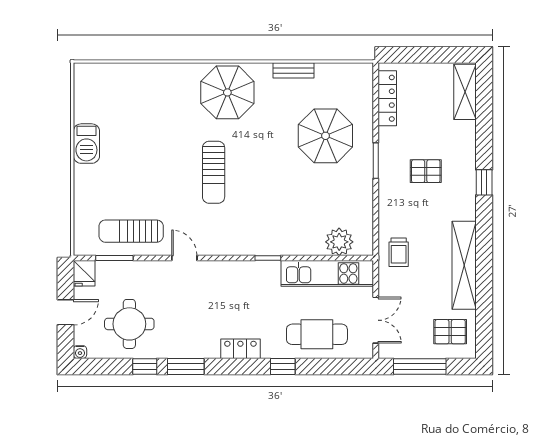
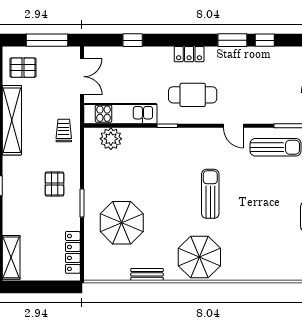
pallet: (426, 171) -> (54, 184), moved, turned 90
double door: (376, 320) -> (82, 77), swing flipped
round table: (129, 324) -> (277, 74), removed
cafe table: (317, 334) -> (193, 95), moved
window: (283, 366) -> (133, 40), moved

